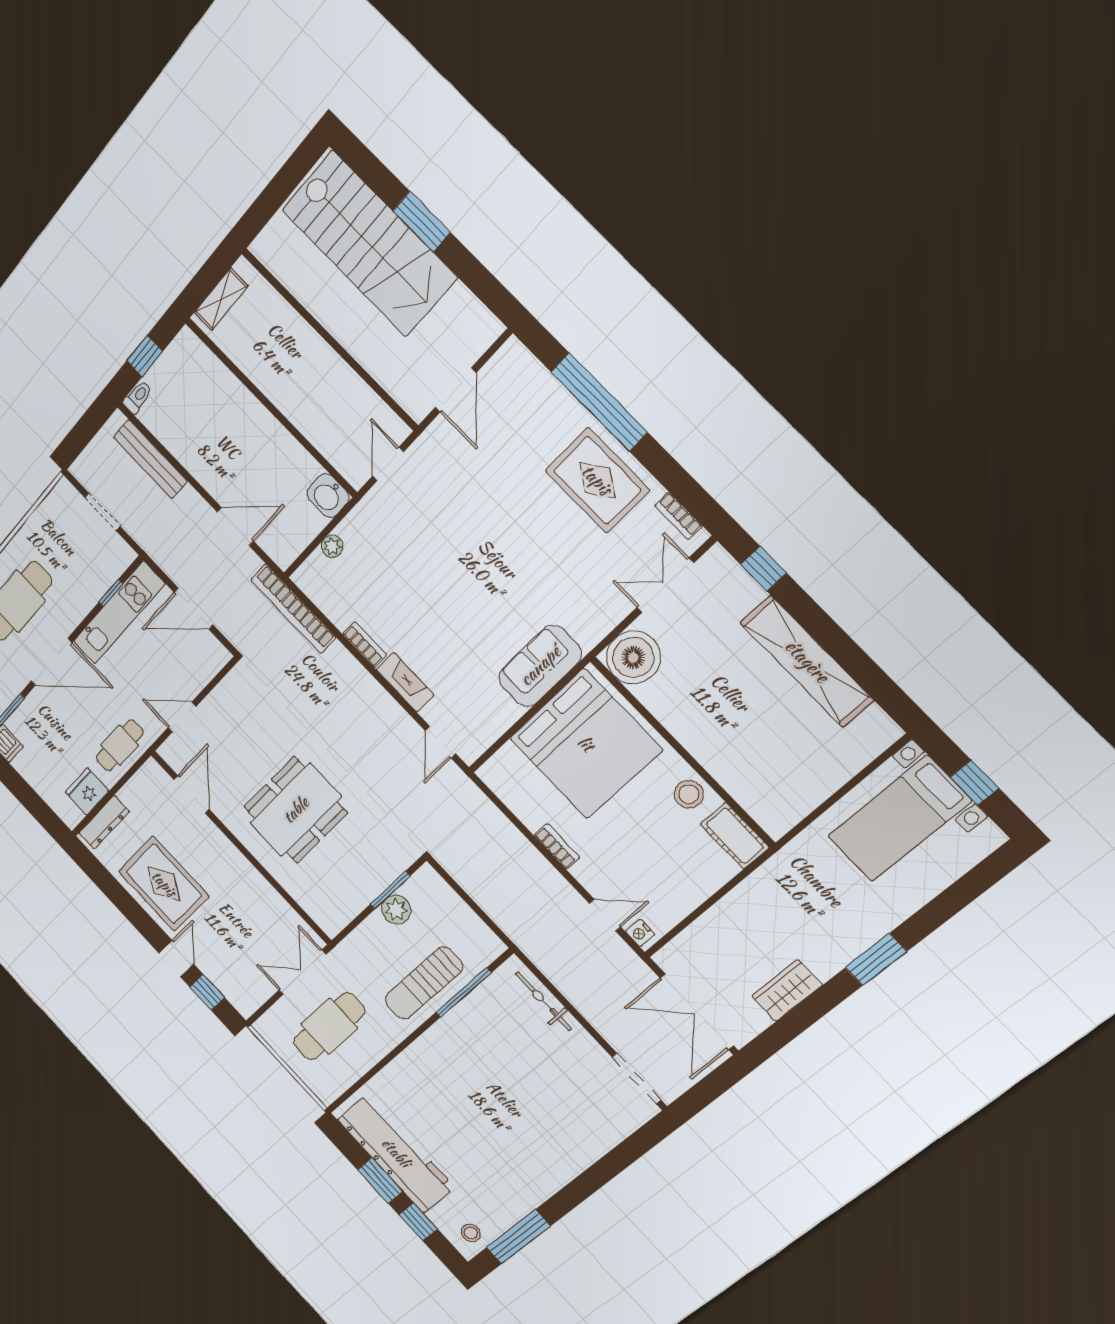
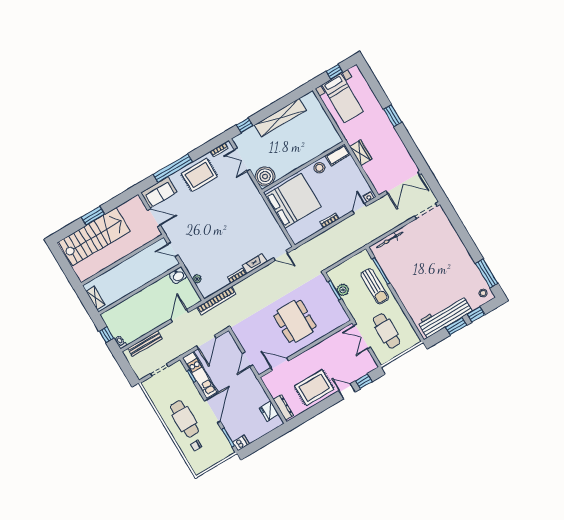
sofa: (540, 666) -> (159, 192), moved, turned -90
cafe table: (120, 745) -> (253, 390), removed
wardrobe: (787, 990) -> (361, 153), moved, turned 180

